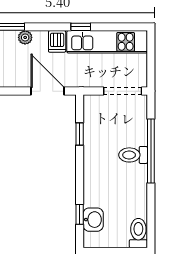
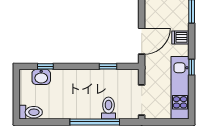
plant: (25, 37) -> (183, 24), removed
dishwasher: (57, 41) -> (180, 37), moved
toilet: (133, 155) -> (109, 108), moved

